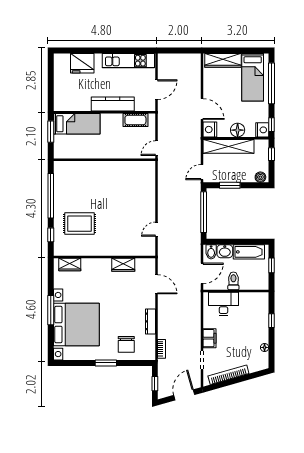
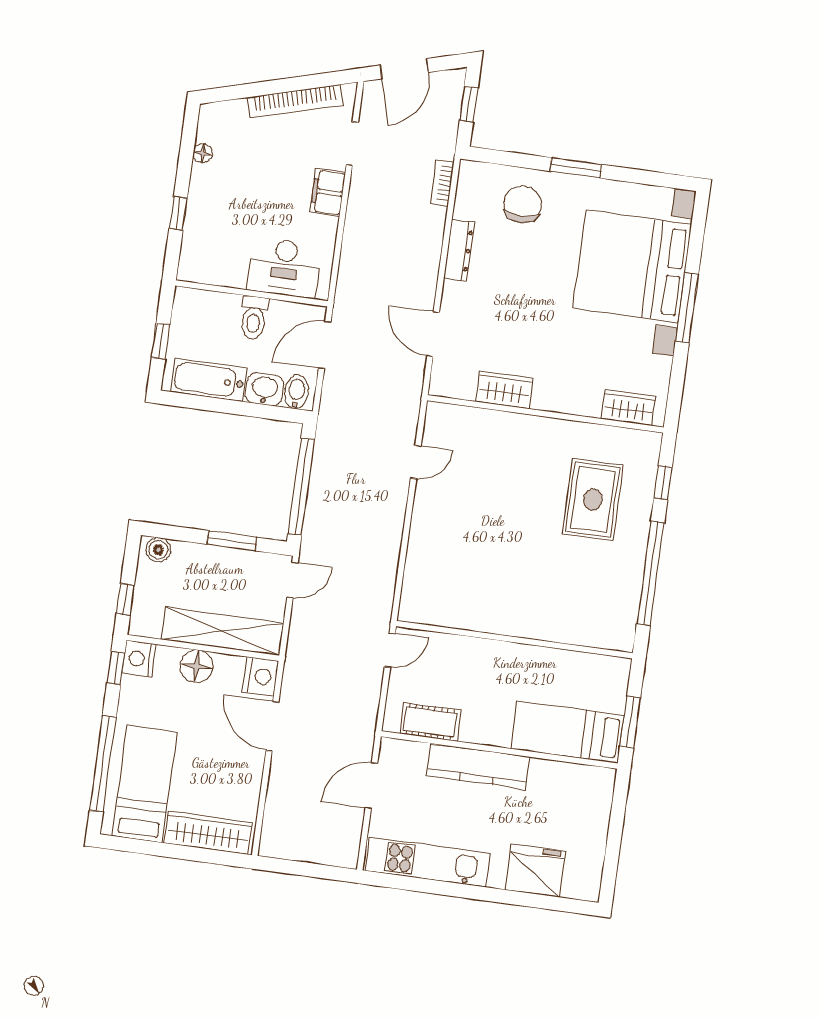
rug: (80, 224) -> (593, 500), turned 90

